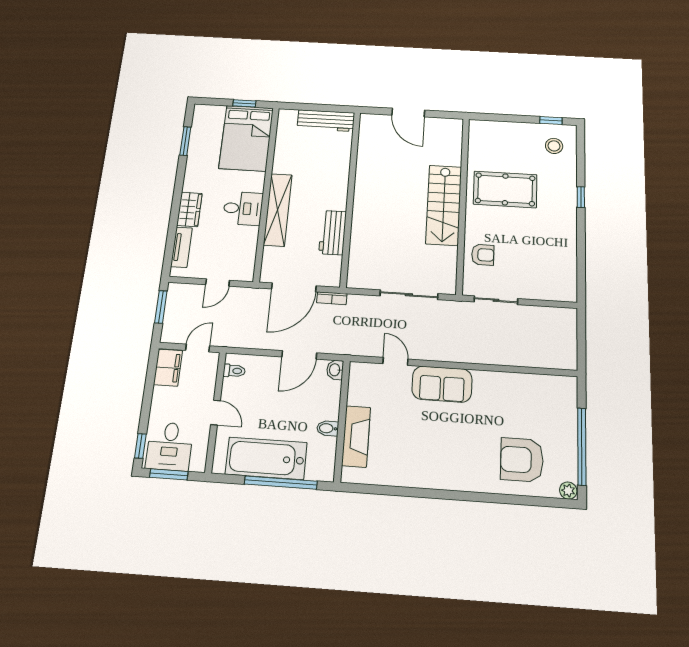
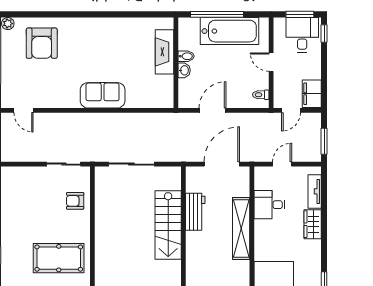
stairs: (444, 205) -> (168, 225), moved, turned 180
desk: (243, 208) -> (269, 205), moved
bookcase: (332, 298) -> (191, 157), removed
door: (395, 361) -> (23, 110), moved
washbasin: (335, 370) -> (184, 70), moved
armchair: (522, 460) -> (42, 43), turned 90

